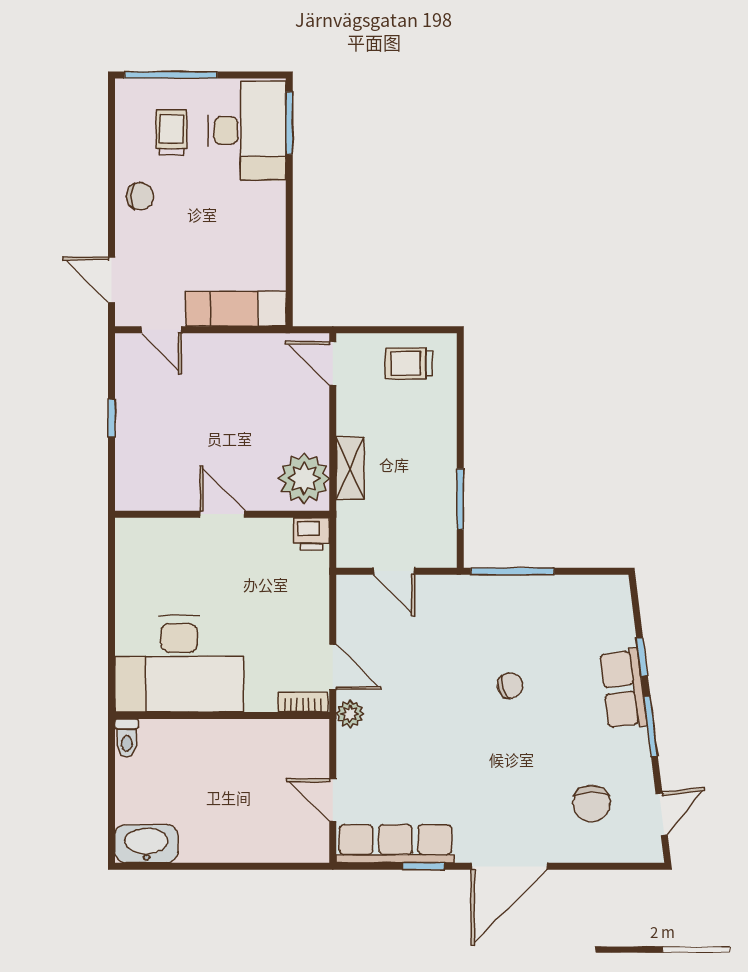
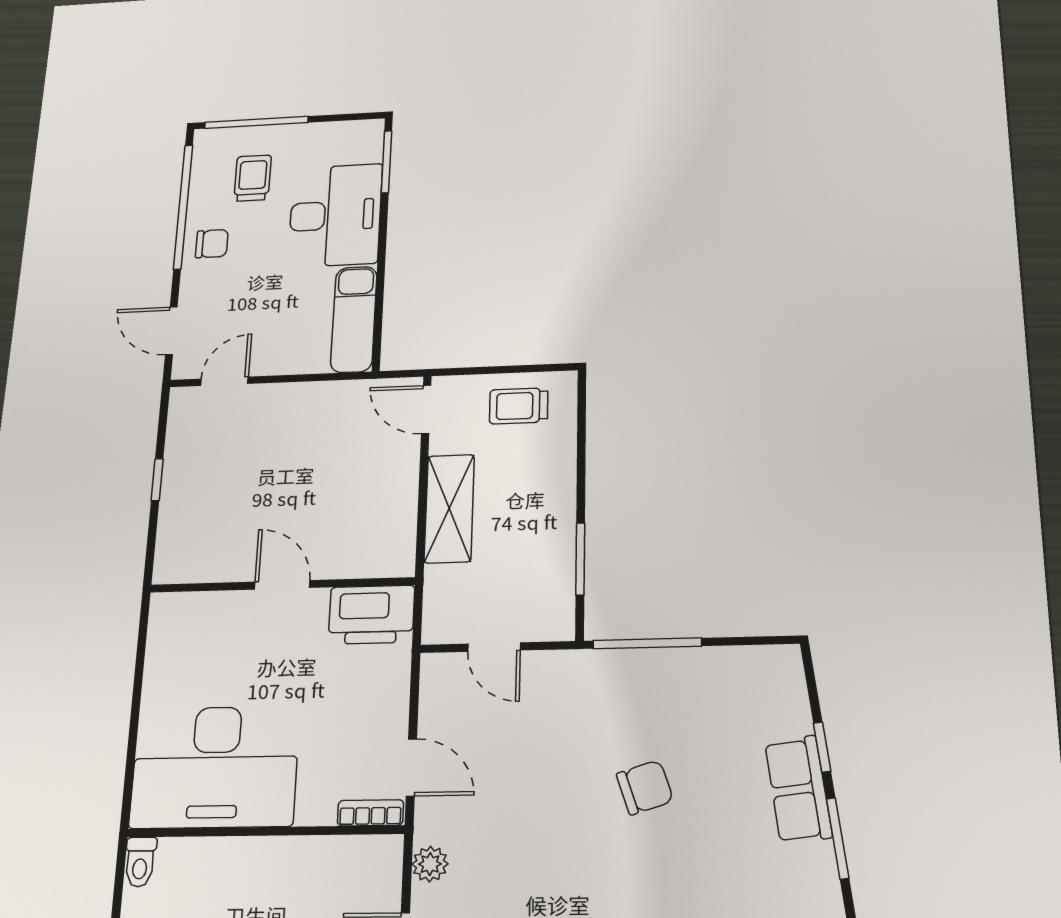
desk: (247, 130) -> (335, 215), moved
window: (112, 157) -> (183, 207), added
exam couch: (236, 309) -> (354, 319), moved, turned -90
door: (161, 330) -> (224, 381), swing flipped
shelving: (350, 468) -> (449, 508), width x1.50, depth x1.33
plant: (304, 478) -> (385, 540), removed
printer: (312, 534) -> (371, 615), width x1.87, depth x1.48
chair: (510, 686) -> (645, 787), width x1.37, depth x1.37
plant: (350, 714) -> (430, 864), moved

